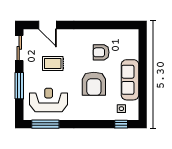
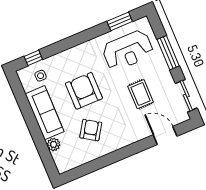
armchair: (101, 52) -> (91, 130), turned -57
plant: (133, 53) -> (54, 144), added
rug: (53, 63) -> (141, 94), turned 90
window: (45, 124) -> (120, 21), width x0.69

